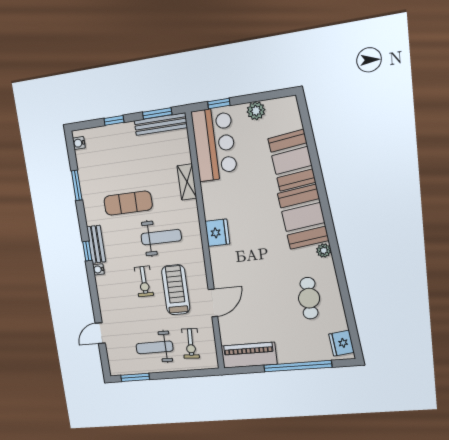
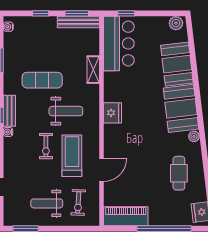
plant: (256, 111) -> (176, 23), moved

